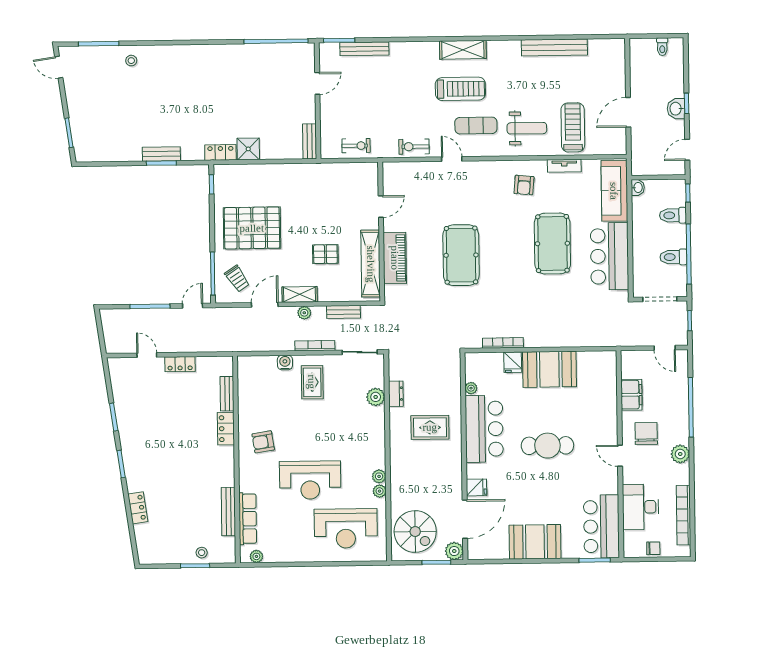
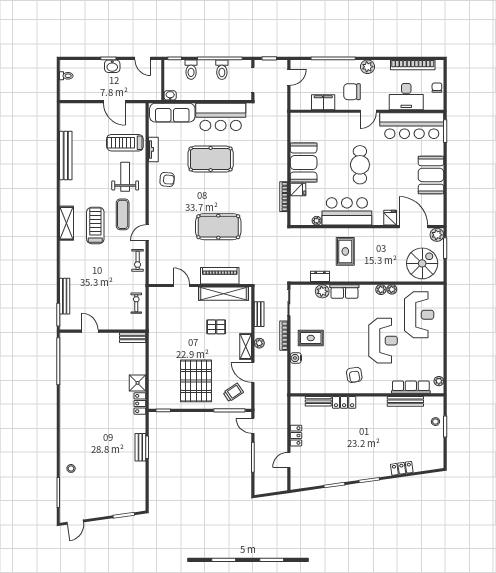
pallet: (325, 254) -> (216, 327), turned 90
row of seats: (376, 427) -> (344, 291), added
bar counter: (601, 526) -> (412, 126), width x1.36

